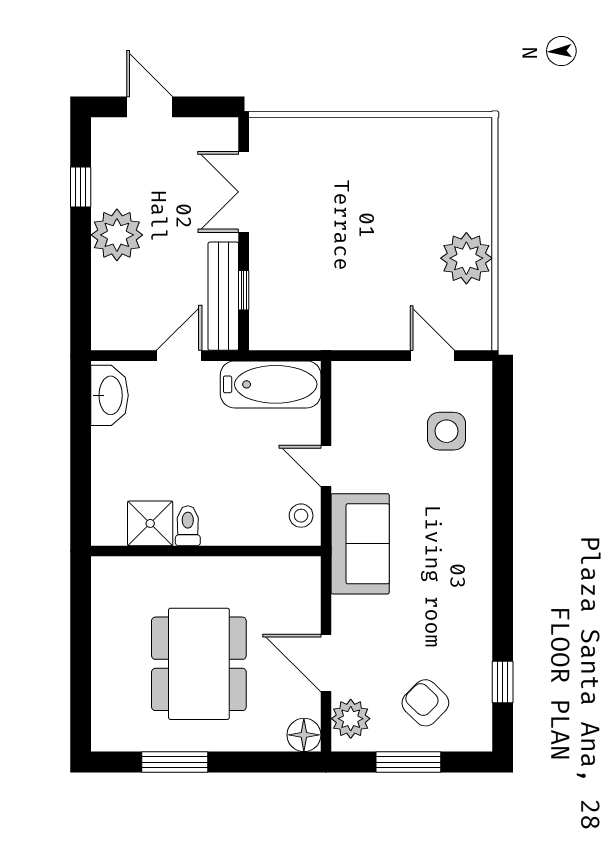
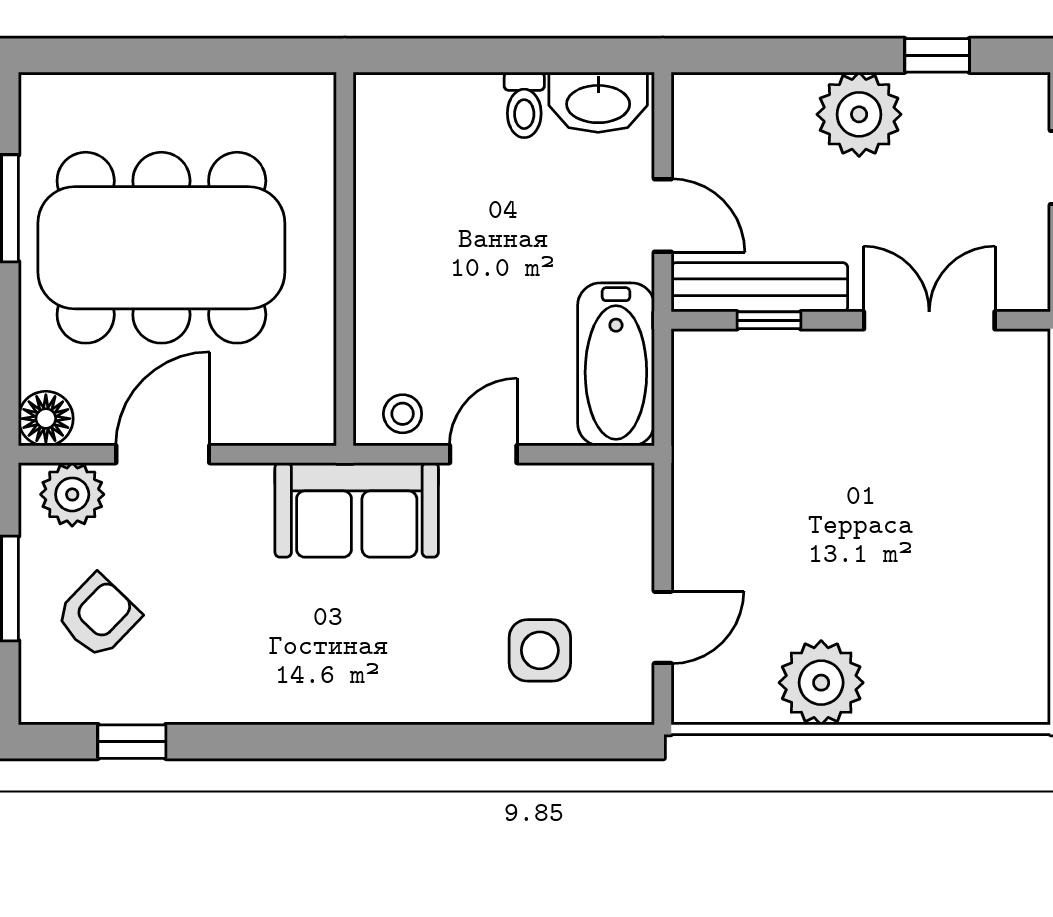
shower: (150, 523) -> (390, 168), removed
toilet: (188, 526) -> (524, 105), moved, turned 90
dining table: (199, 664) -> (161, 248), width x1.36, depth x1.24

